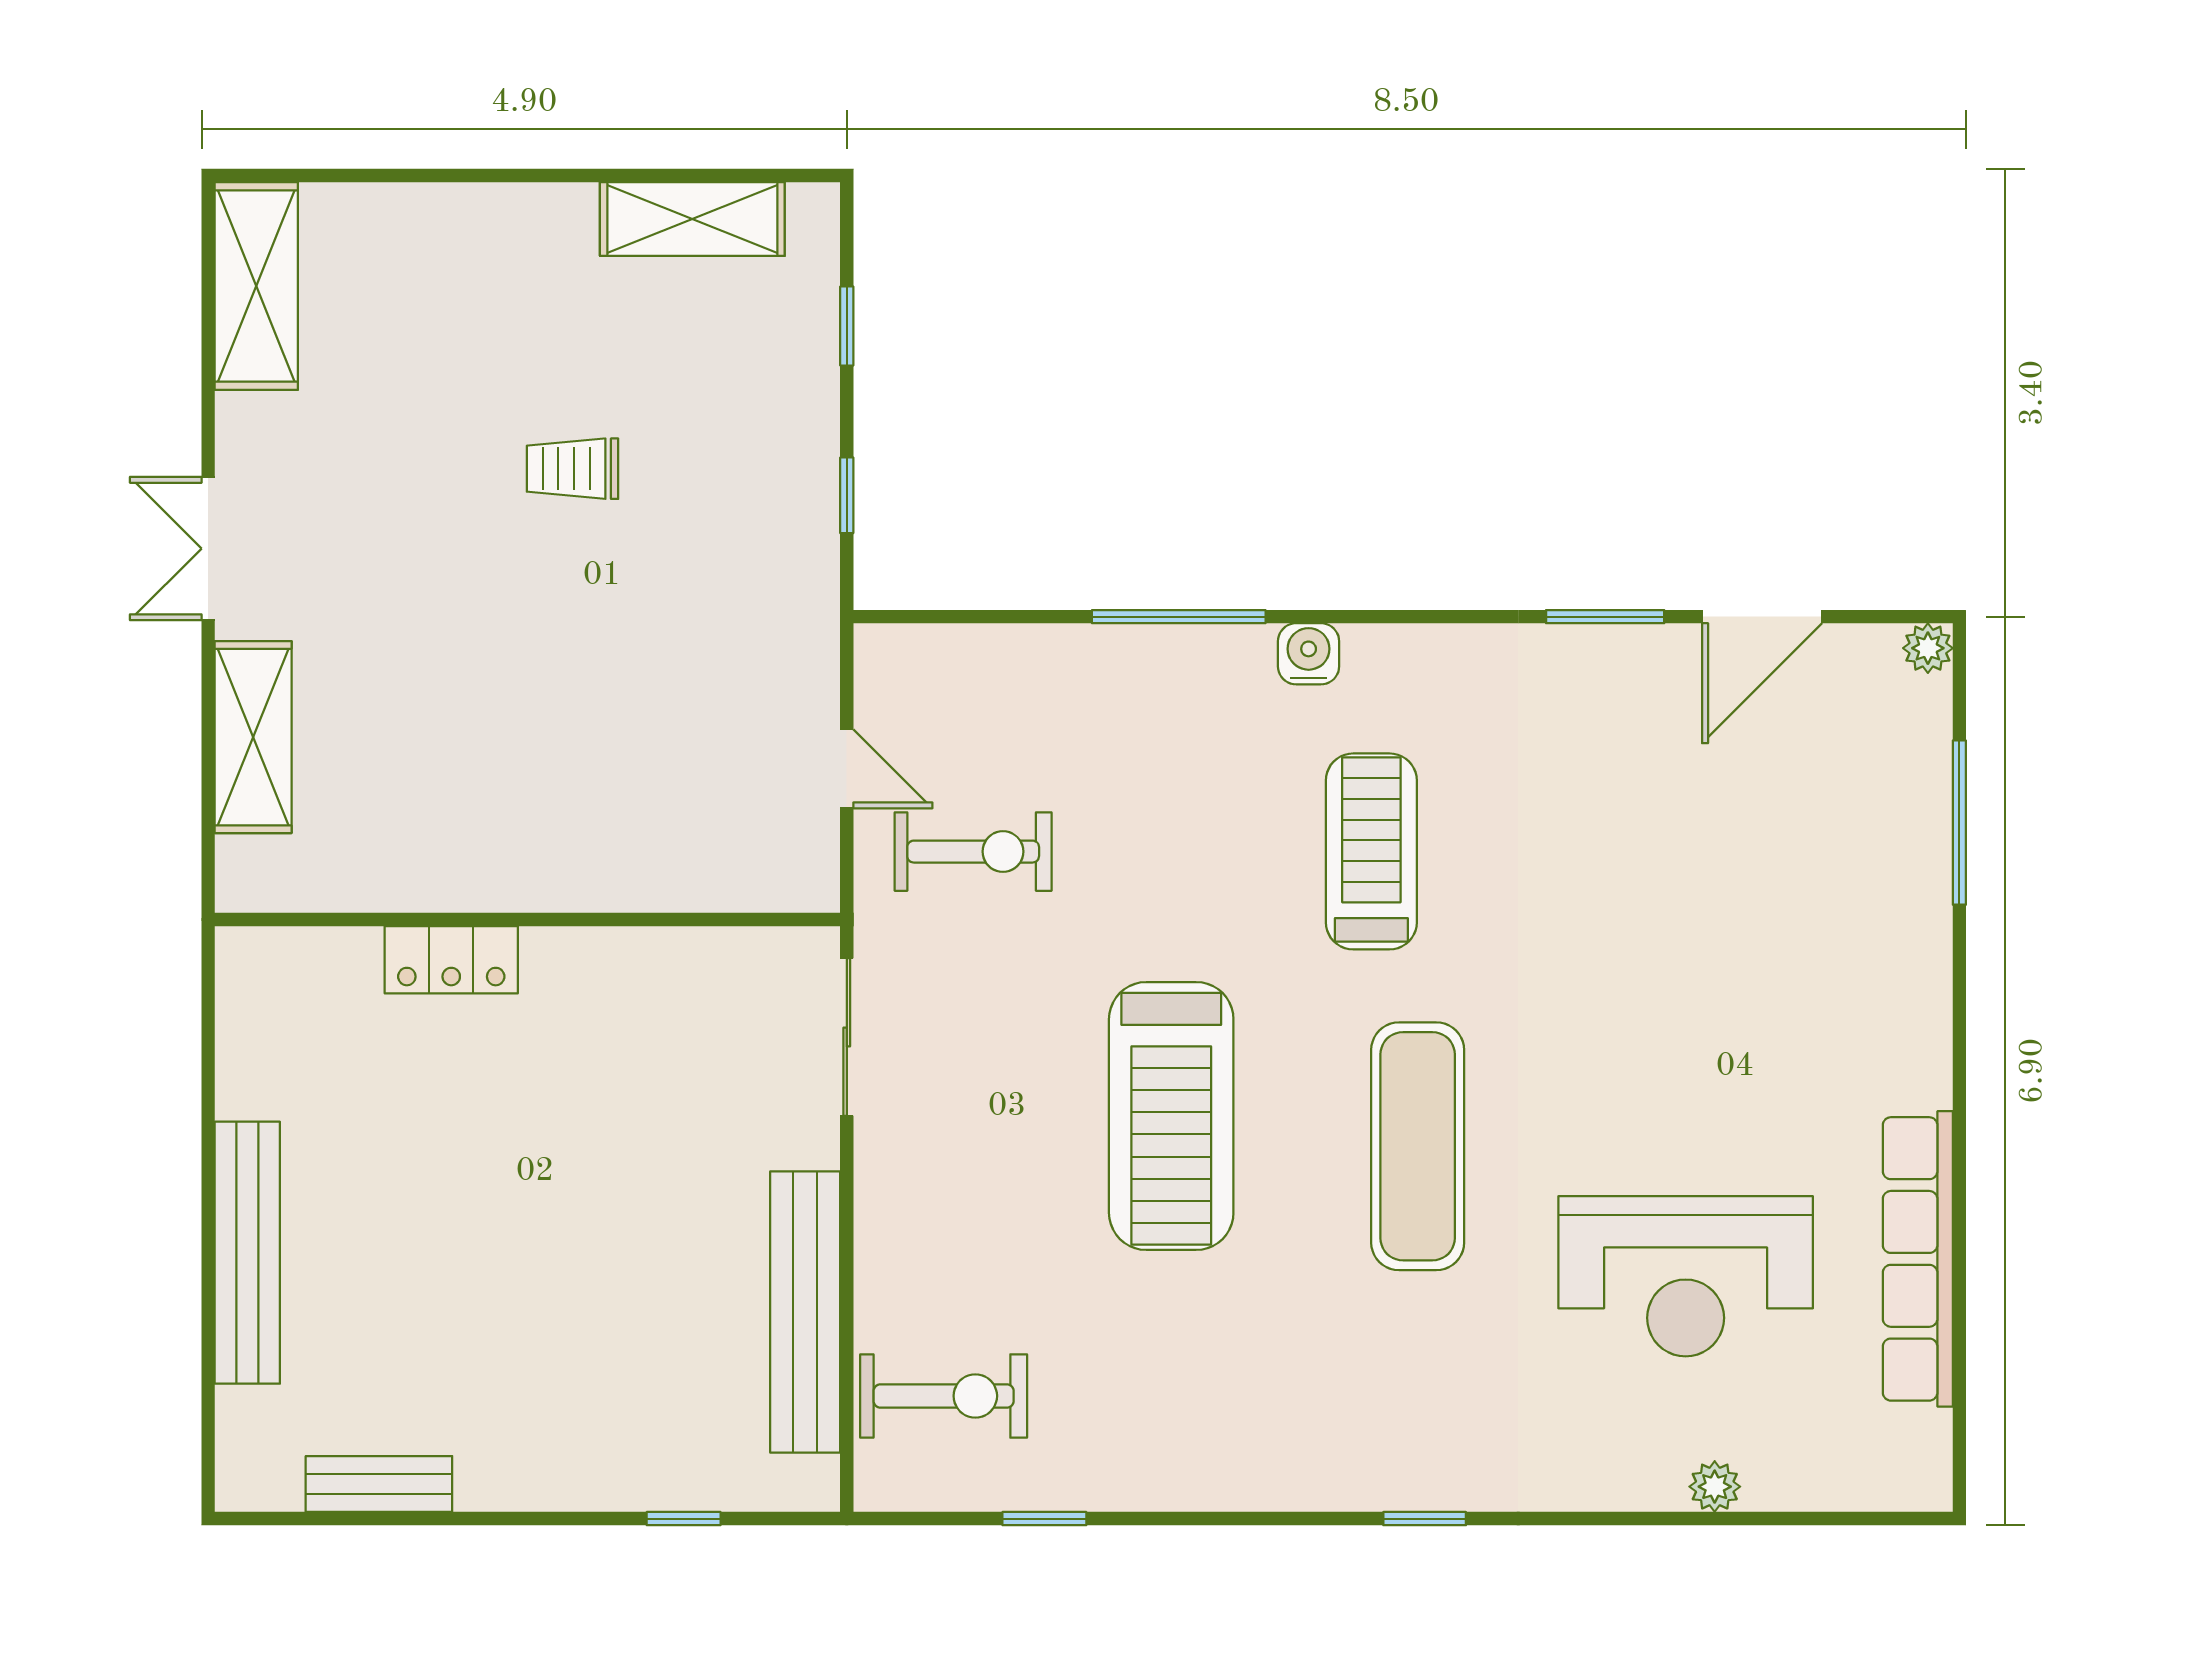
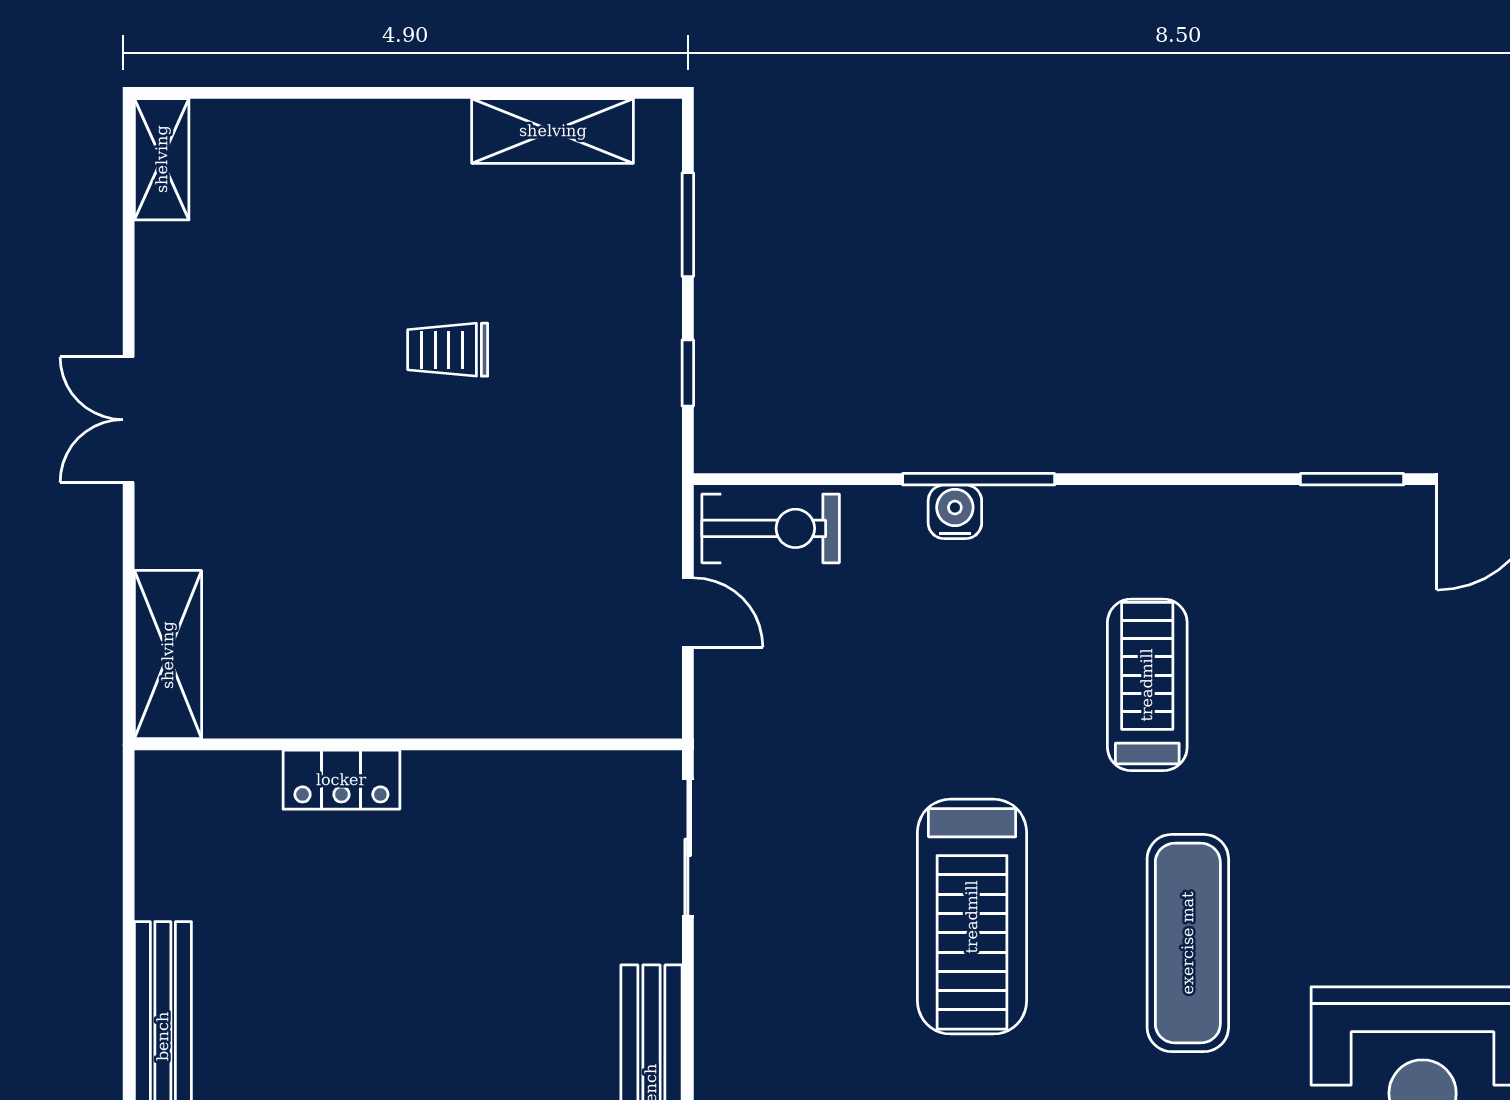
shelving: (256, 286) -> (162, 159), width x0.67, depth x0.75
window: (847, 326) -> (688, 225), width x1.50
water cooler: (1309, 654) -> (955, 512), moved
shelving: (253, 737) -> (168, 655), moved
exercise bike: (973, 852) -> (771, 528), moved

